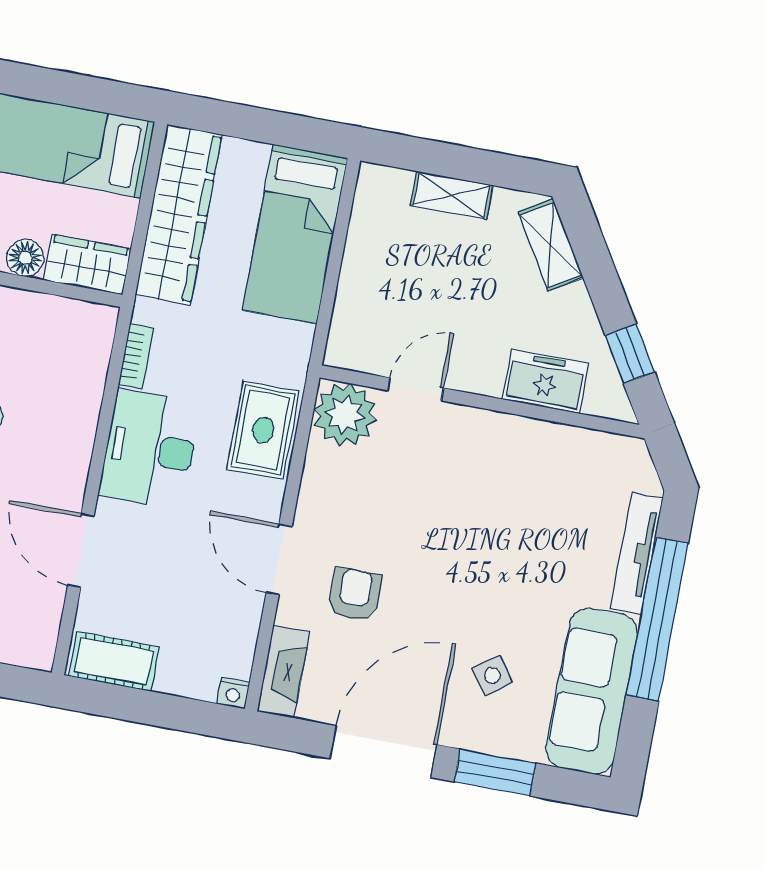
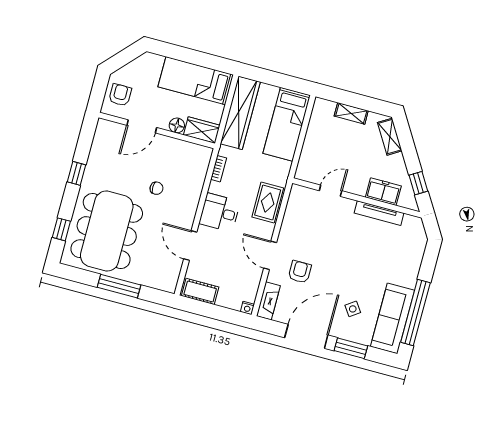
plant: (345, 415) -> (301, 199), removed
desk: (150, 449) -> (220, 212), width x0.73
tv unit: (637, 553) -> (379, 213), moved, turned -90
window: (657, 619) -> (415, 313), moved

